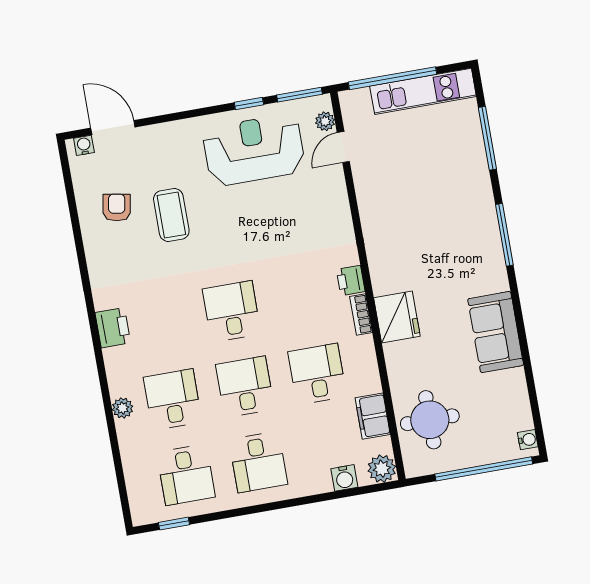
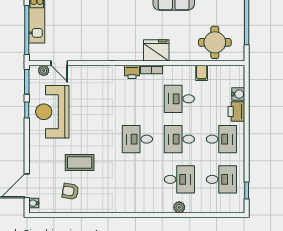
printer: (113, 328) -> (236, 111), moved, turned -90
desk: (173, 399) -> (179, 179), turned 180
filing cabinet: (373, 416) -> (202, 73), width x0.50
plant: (382, 469) -> (237, 73), removed

